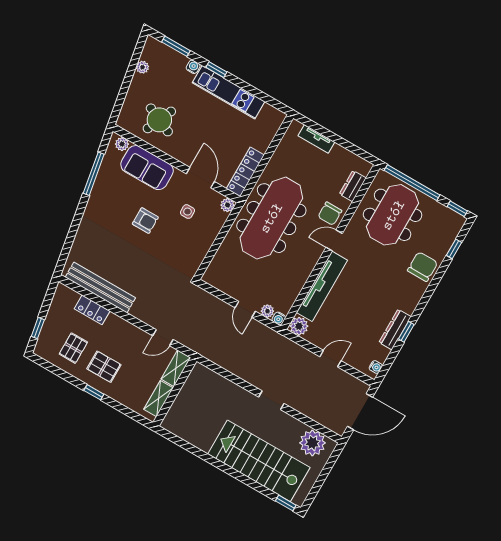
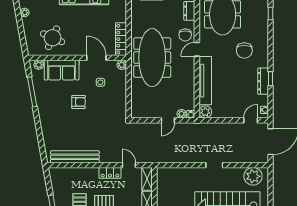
chair: (423, 267) -> (244, 50), moved, turned 180
door: (245, 309) -> (168, 120), hinge flipped
locker: (92, 310) -> (110, 173), moved
door: (163, 338) -> (129, 165), swing flipped
door: (330, 359) -> (251, 120), moved

